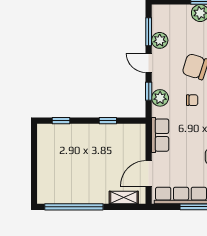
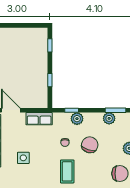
door: (149, 63) -> (92, 110), removed
plant: (160, 98) -> (77, 119), moved

